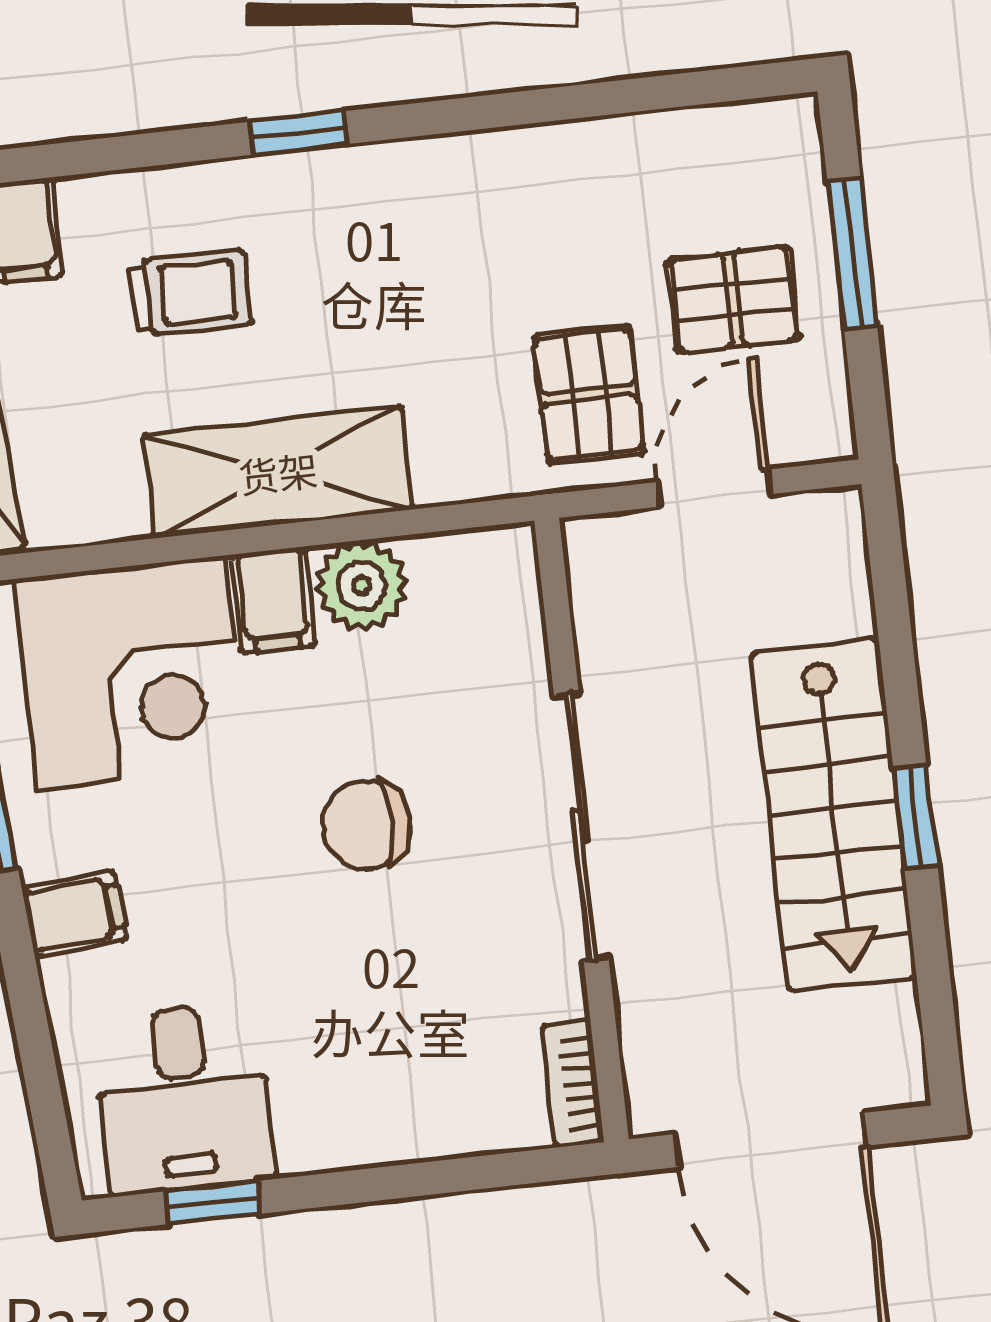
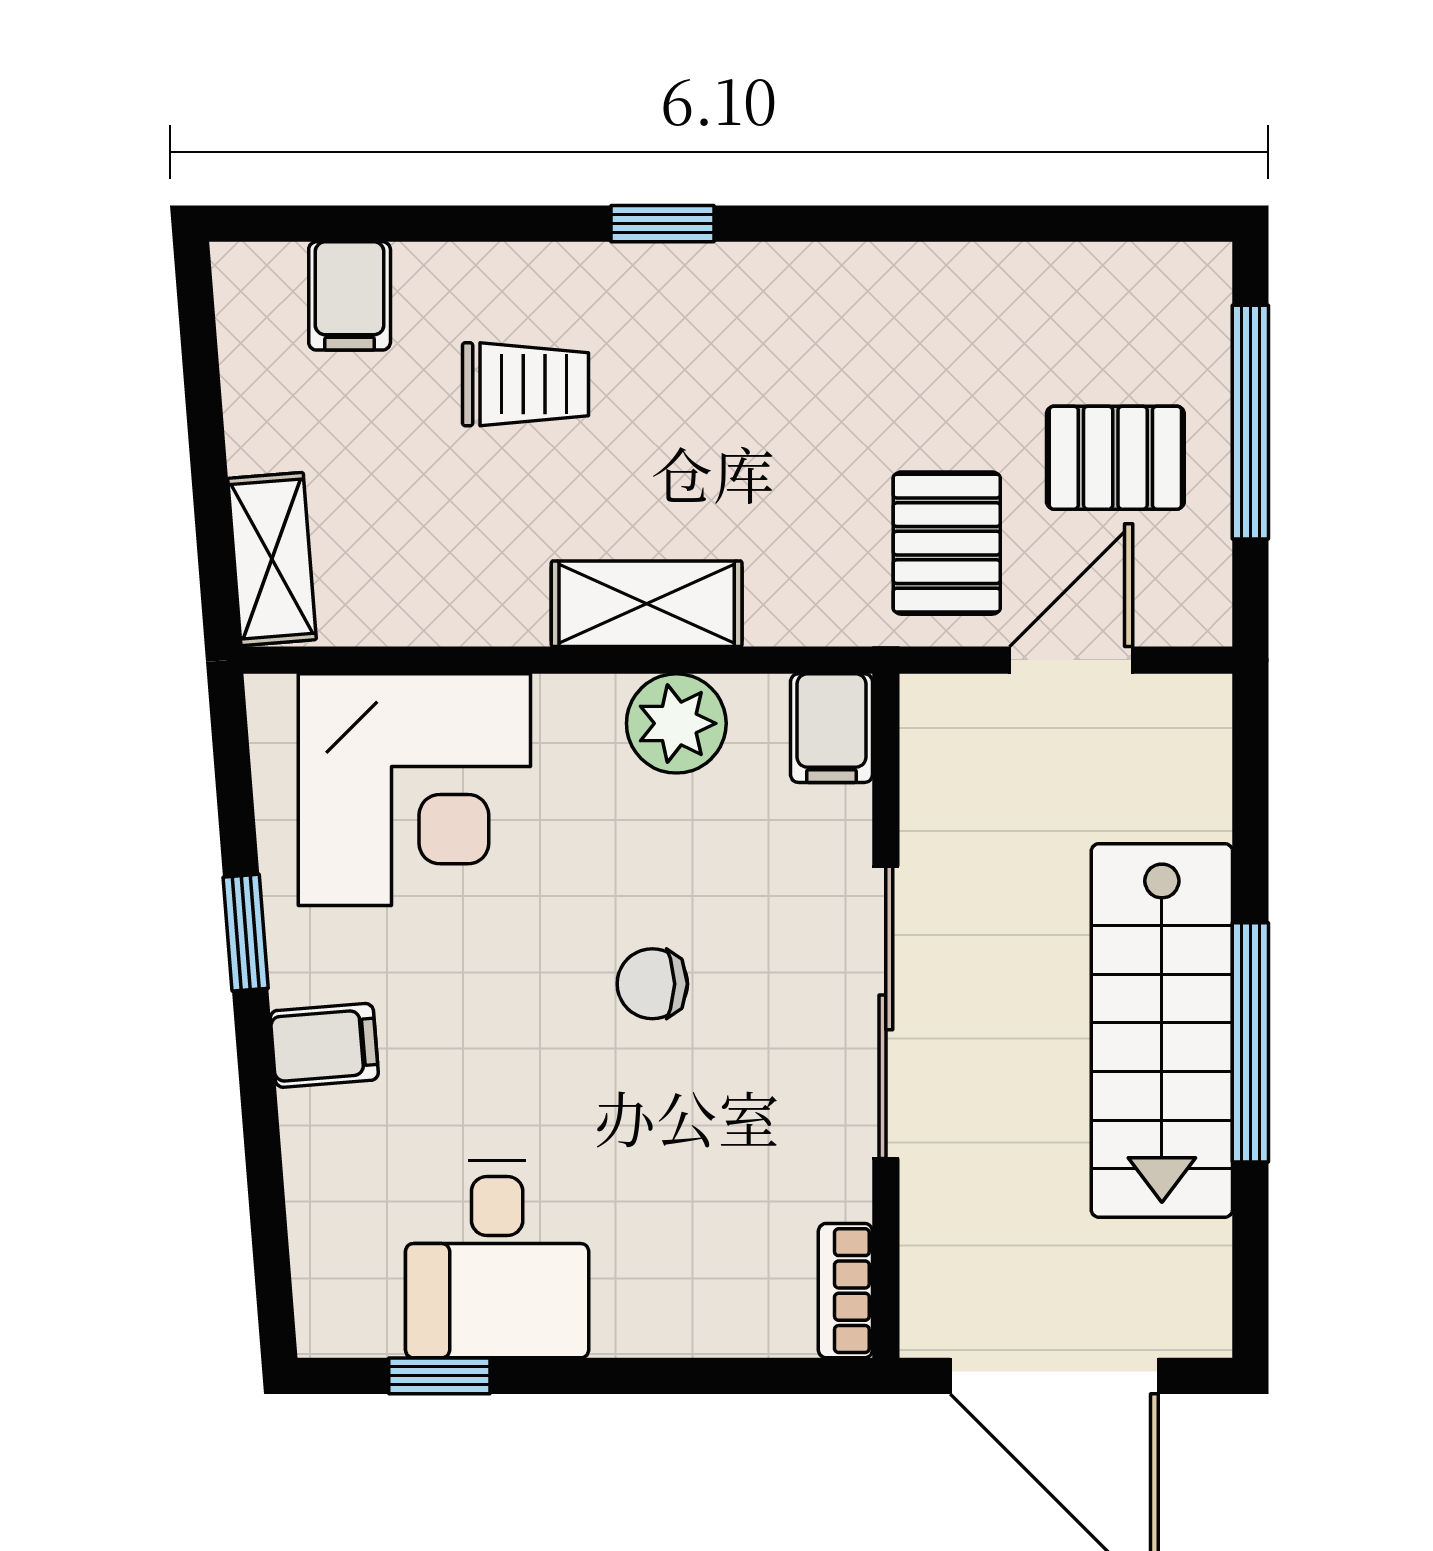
window: (852, 254) -> (1250, 422), width x1.44
shelving: (278, 472) -> (647, 604), width x0.67, depth x0.75
filing cabinet: (273, 600) -> (831, 728), moved
window: (915, 817) -> (1250, 1042), width x2.17
chair: (366, 825) -> (652, 984), width x0.73, depth x0.73
desk: (184, 1098) -> (497, 1259), moved

